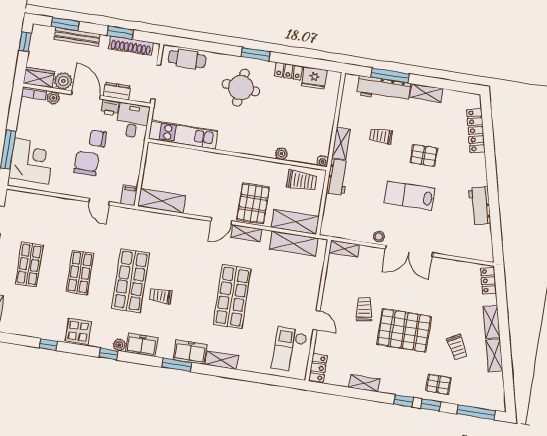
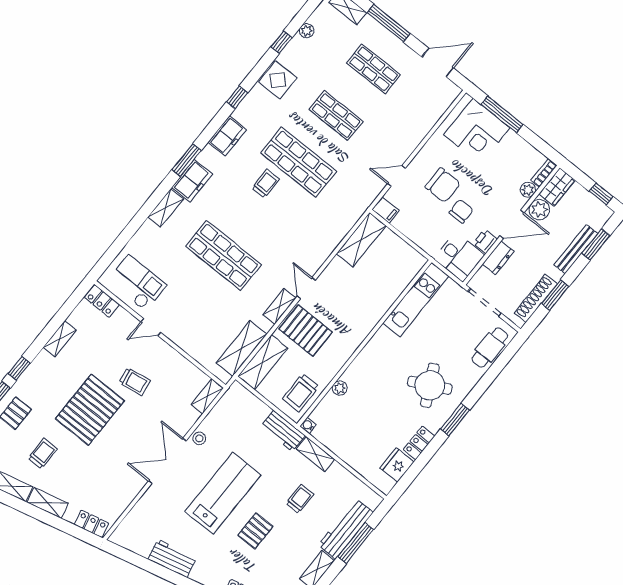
round table: (241, 88) -> (430, 385), turned -33
lab bench: (410, 196) -> (223, 493), width x1.36, depth x1.39
plant: (119, 345) -> (307, 31), moved
trolley: (457, 347) -> (43, 454), turned 118

